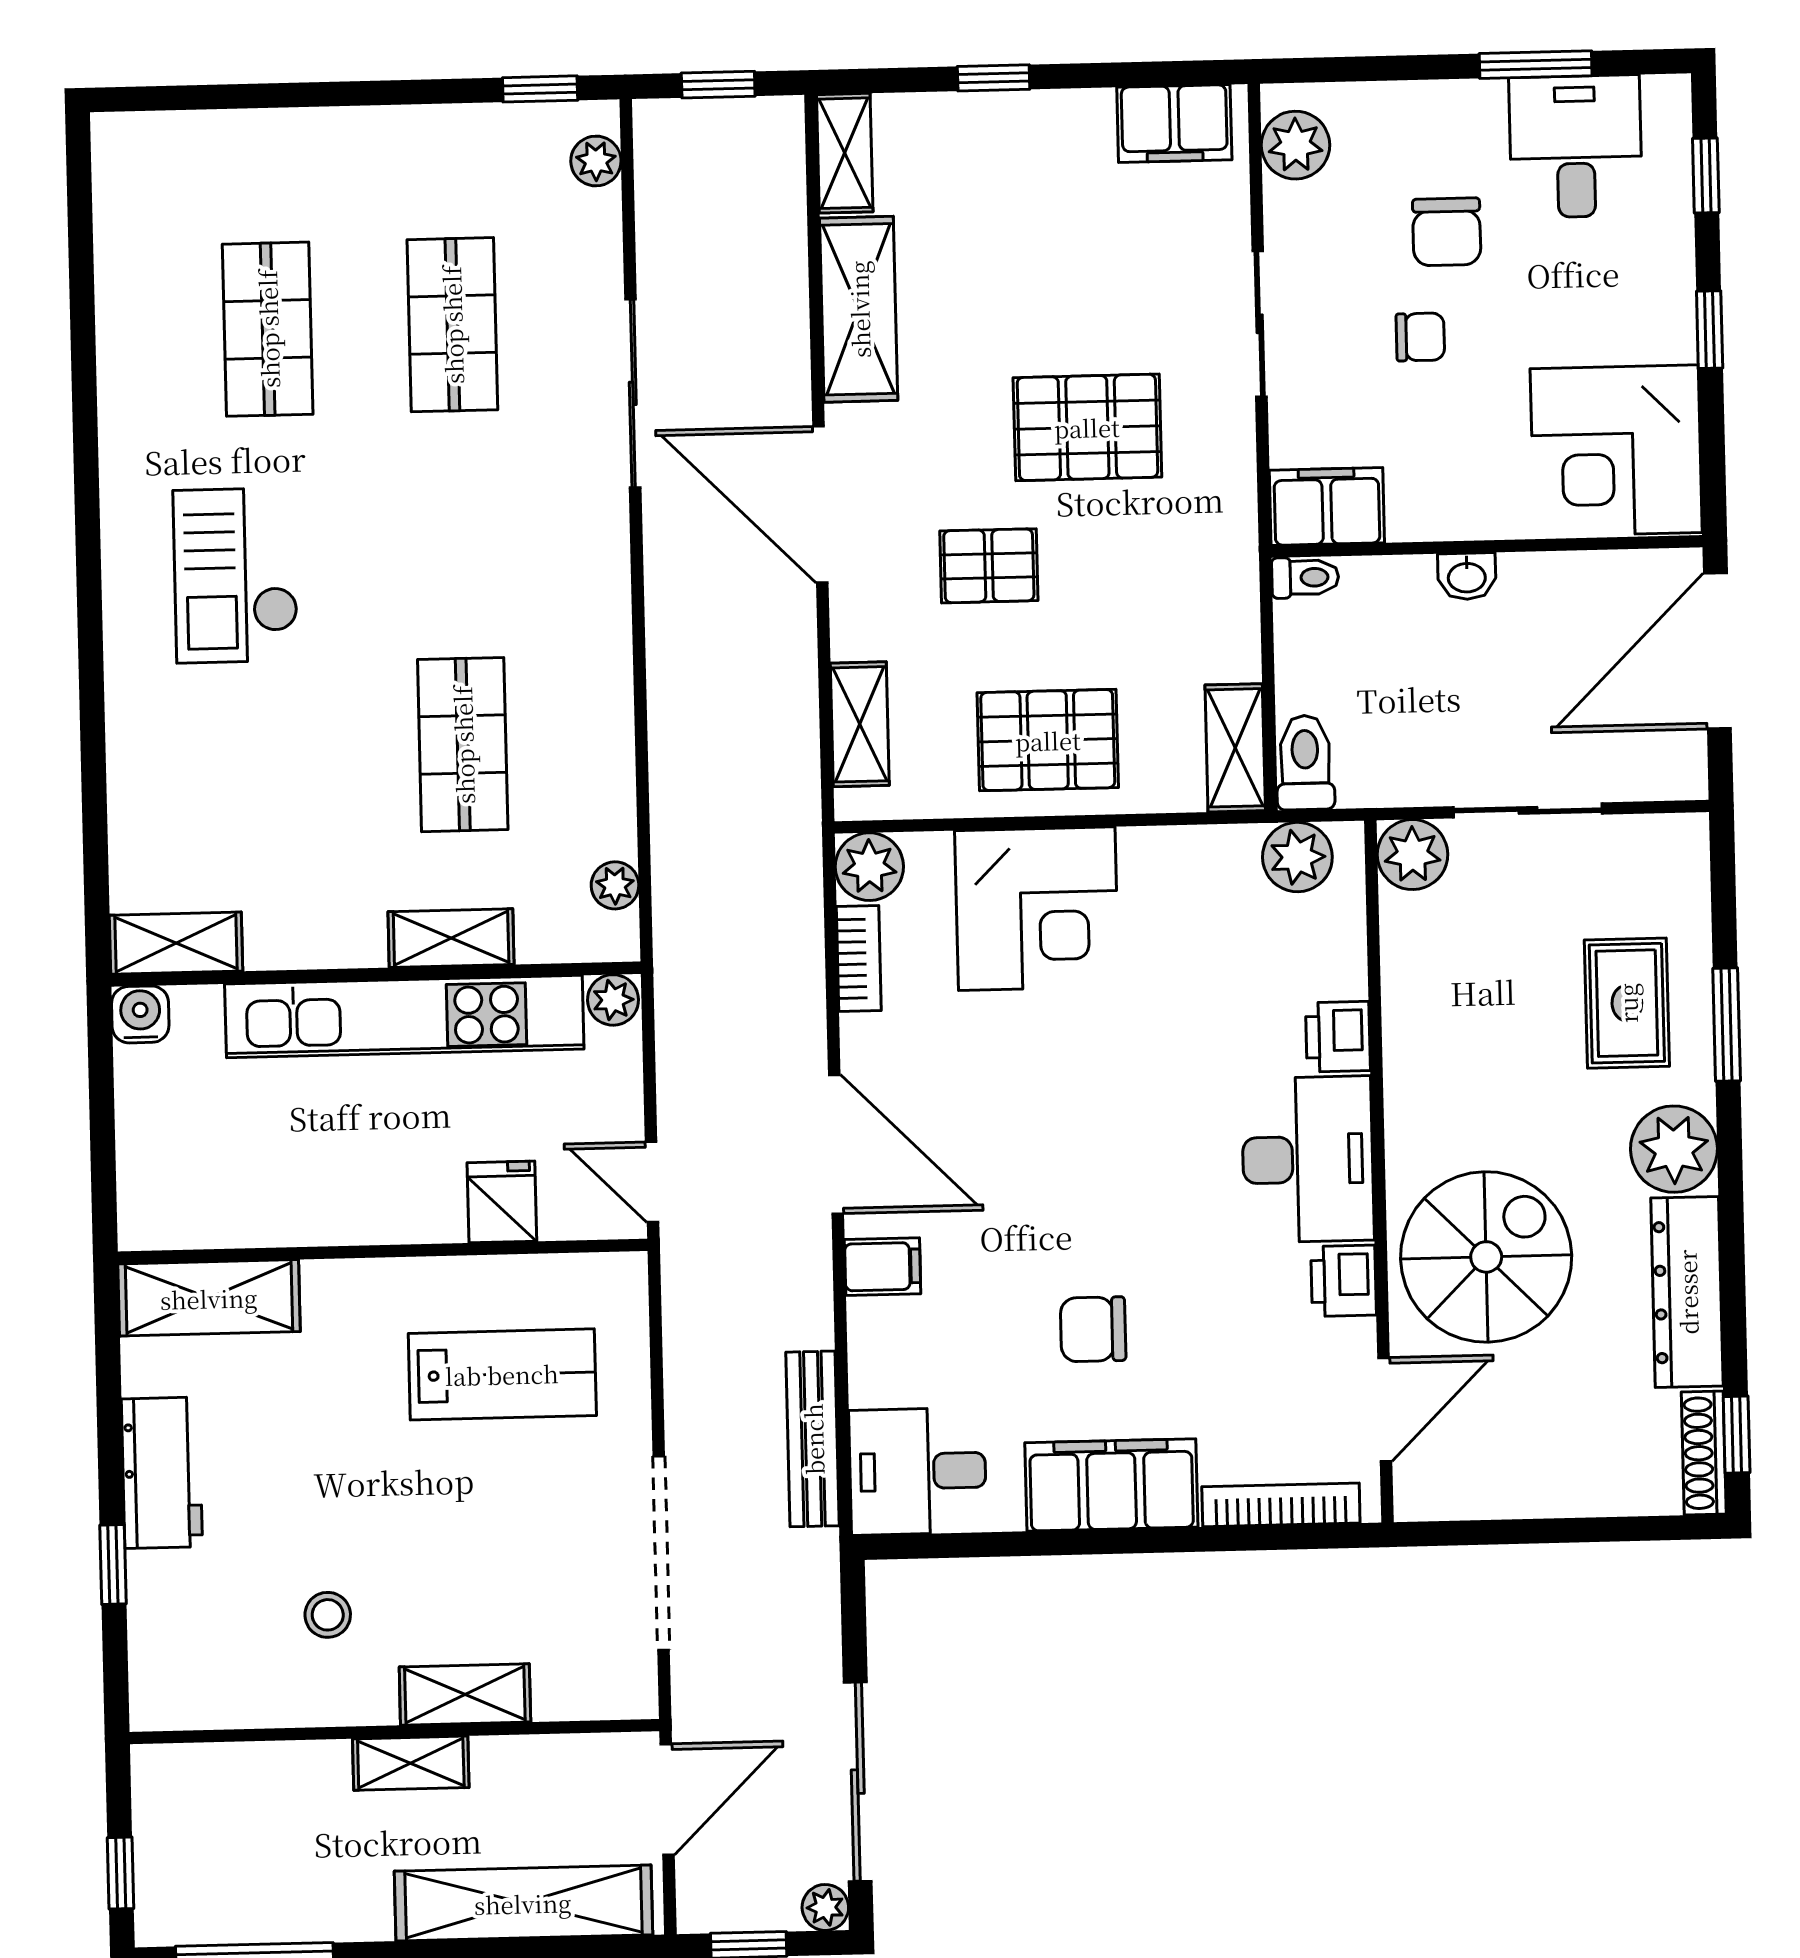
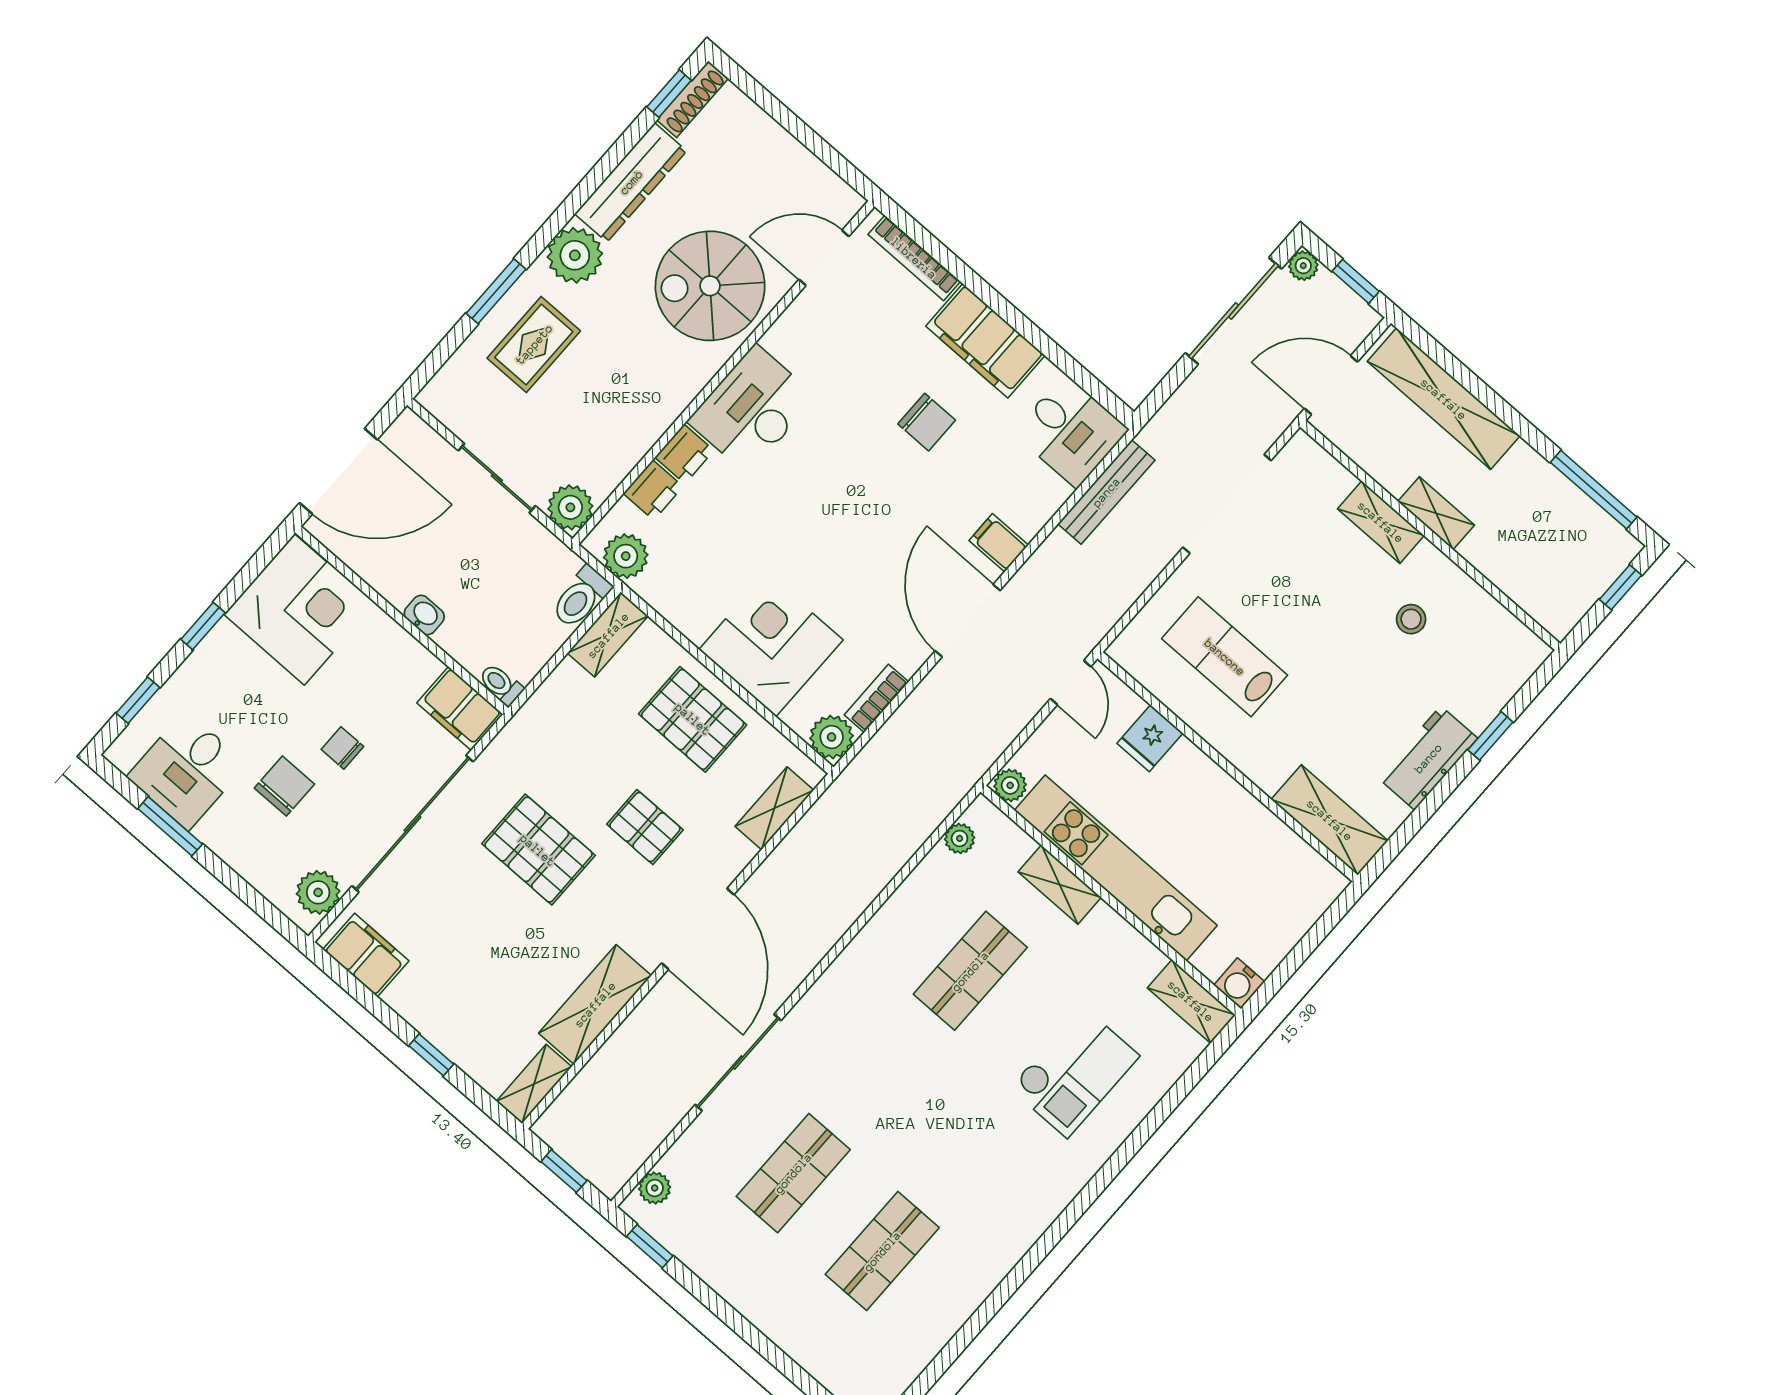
sliding door: (1260, 324) -> (412, 824), width x1.86
checkout: (236, 575) -> (1075, 1072), moved
printer: (1344, 1281) -> (653, 490), moved

